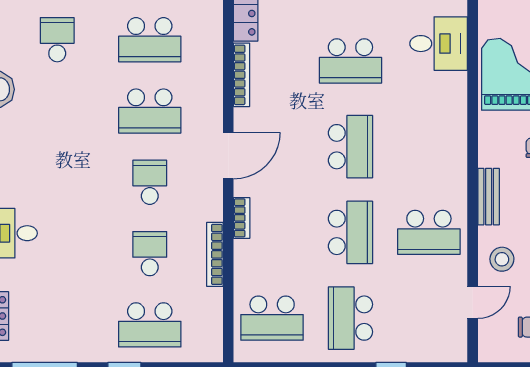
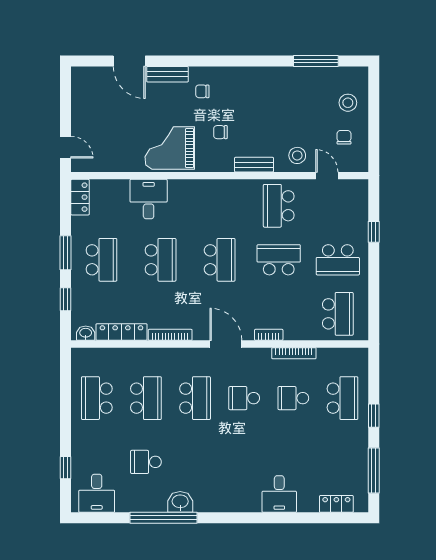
school desk: (350, 147) -> (220, 260), turned 90
school desk: (429, 232) -> (279, 206), turned 180

